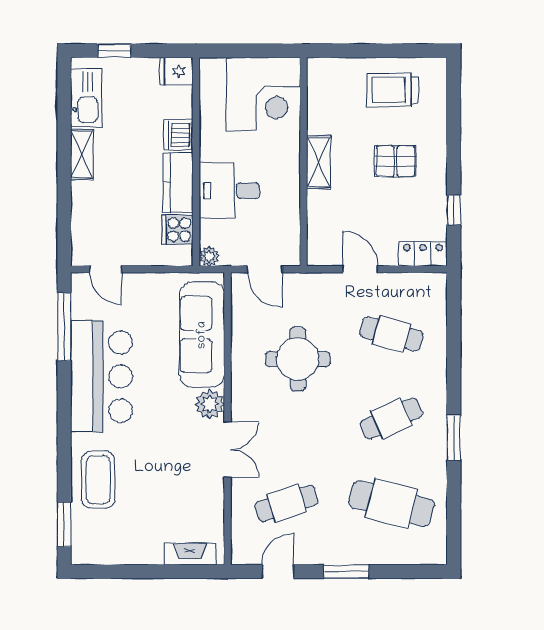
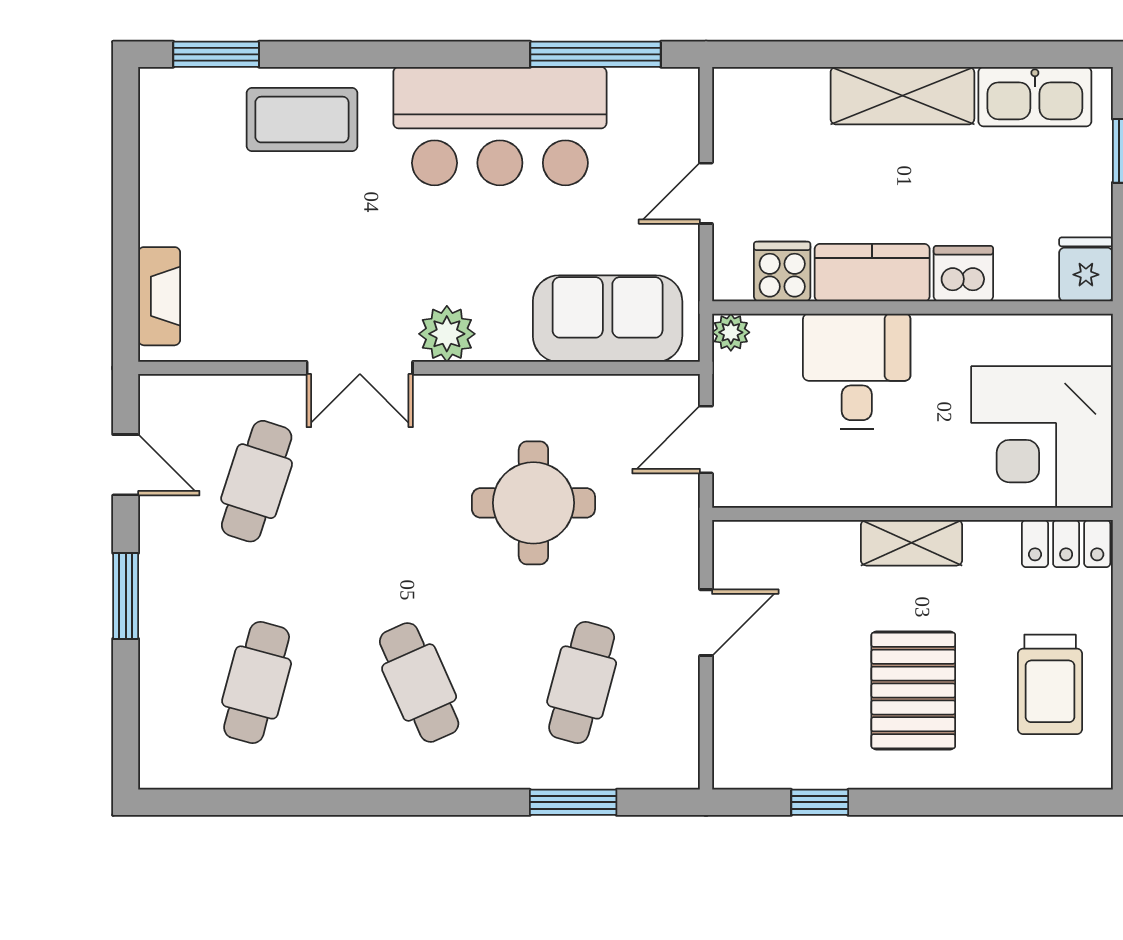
trolley: (392, 90) -> (1050, 684), turned 180
shelving: (82, 154) -> (902, 96), width x1.50, depth x1.33
pallet: (396, 161) -> (913, 691), width x1.50, depth x1.42
locker: (423, 254) -> (1066, 543), moved, turned 90
door: (105, 269) -> (706, 193), moved
sofa: (202, 335) -> (608, 319), width x0.73
window: (454, 438) -> (573, 802), moved
cafe table: (287, 503) -> (257, 481), turned 36
cafe table: (391, 503) -> (257, 682), width x0.73, depth x0.74

